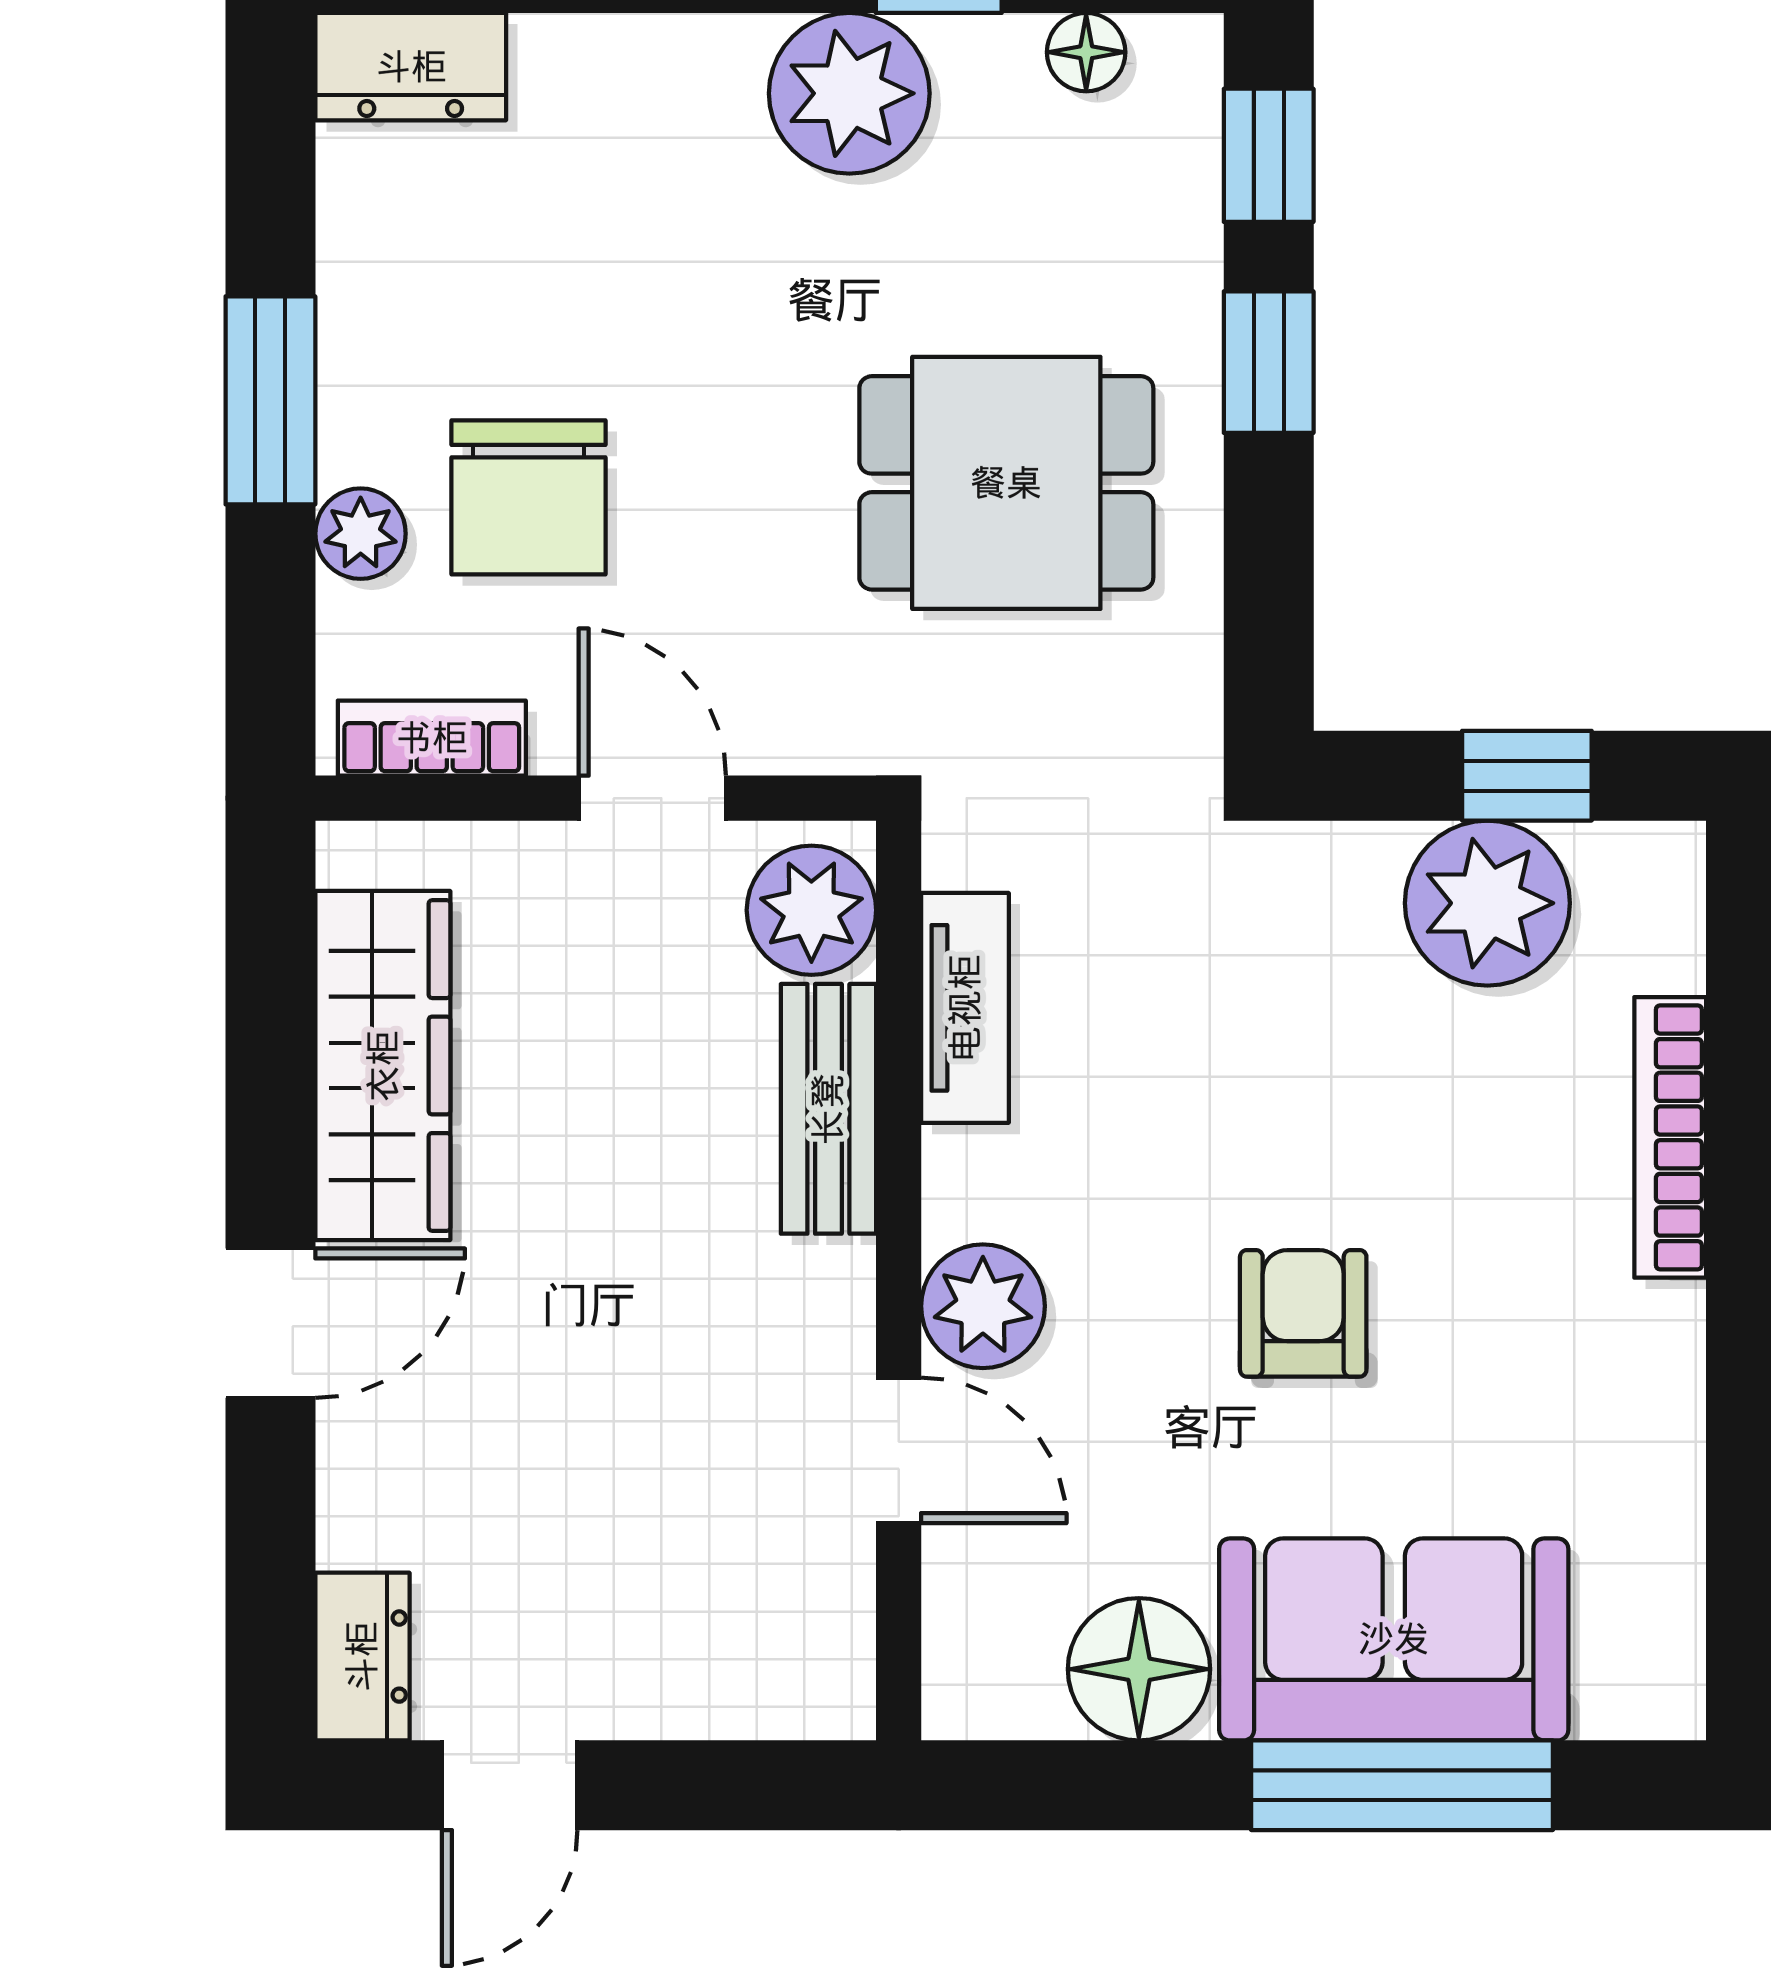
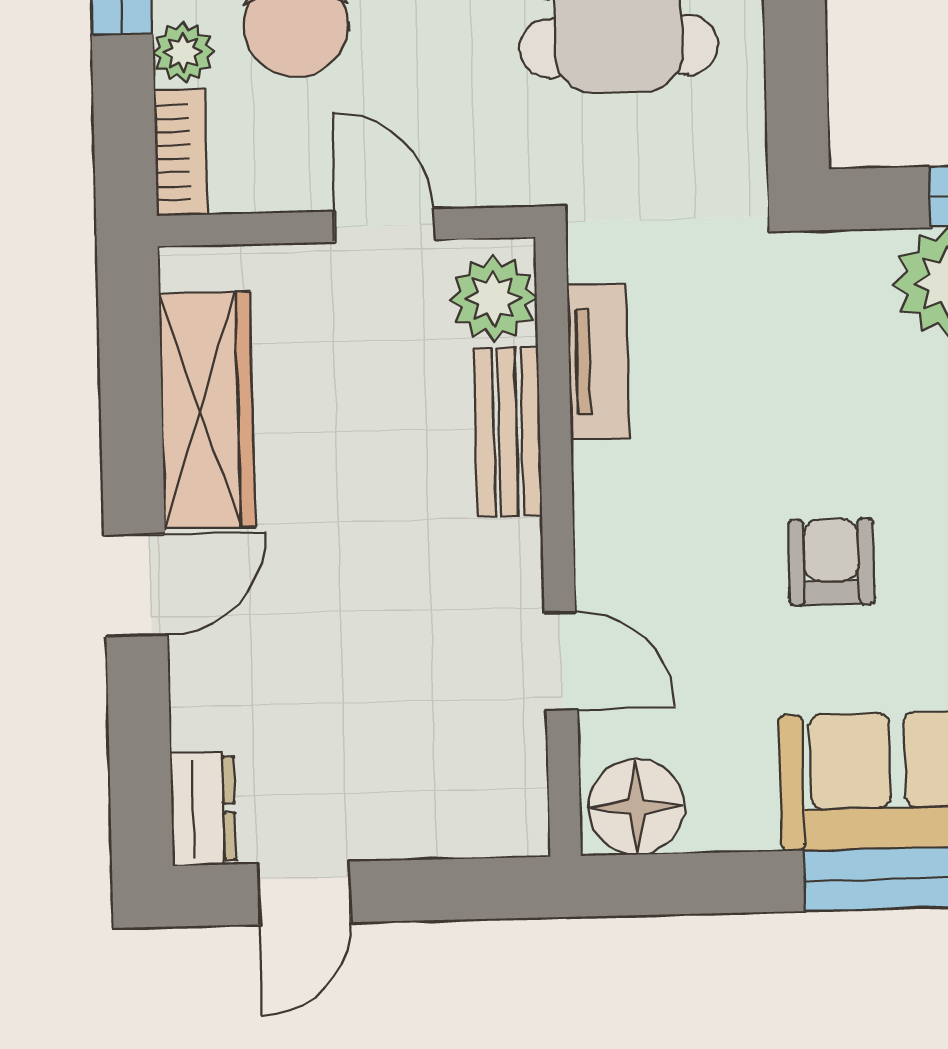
bookcase: (432, 738) -> (181, 152), moved, turned 90
plant: (983, 1306) -> (615, 562), removed
floor lamp: (1139, 1669) -> (637, 807), moved

